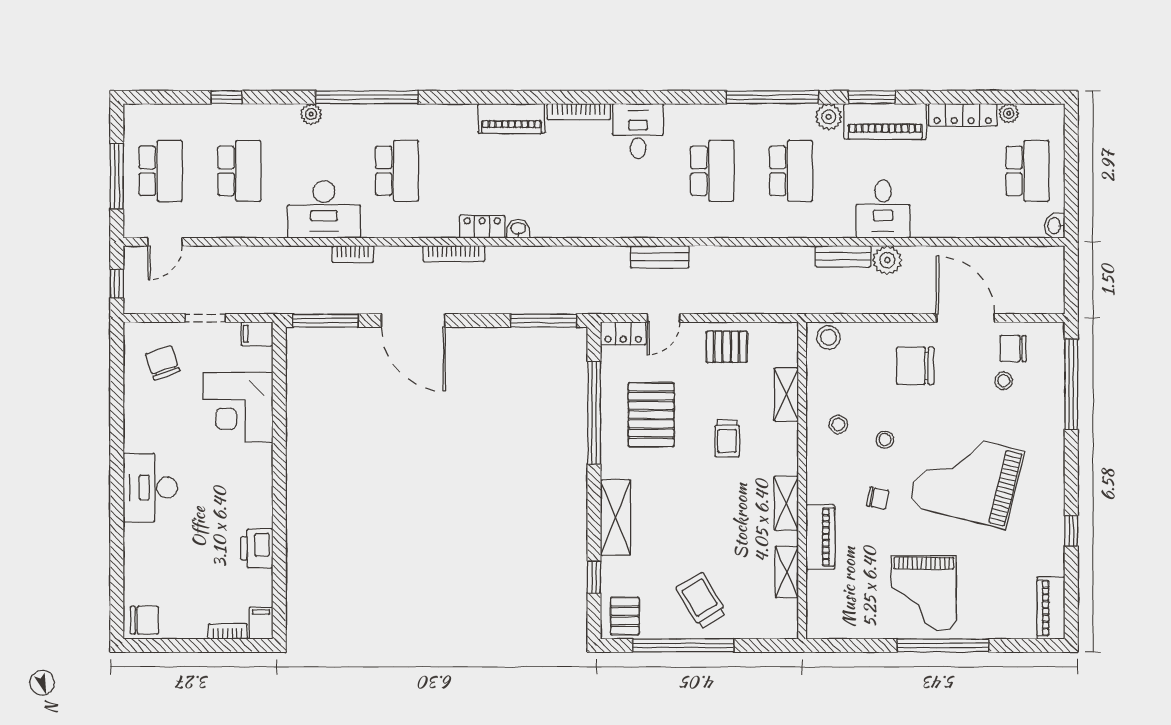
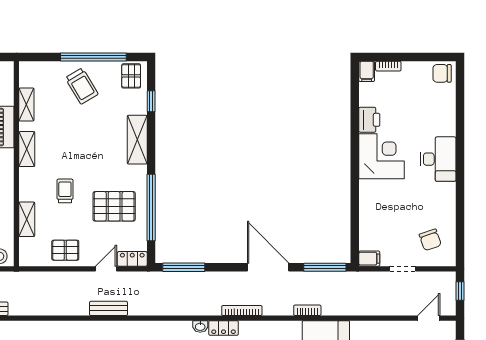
corner desk: (238, 407) -> (381, 156), moved
pallet: (651, 415) -> (114, 206), turned 90

